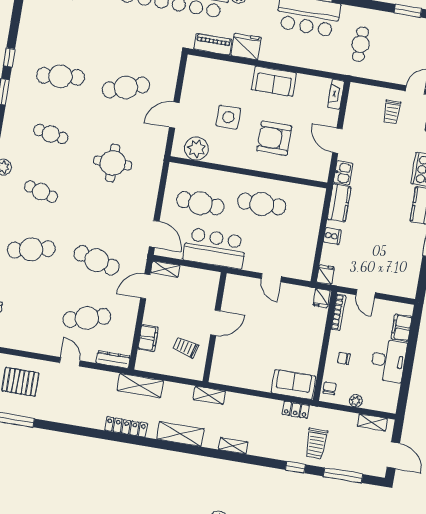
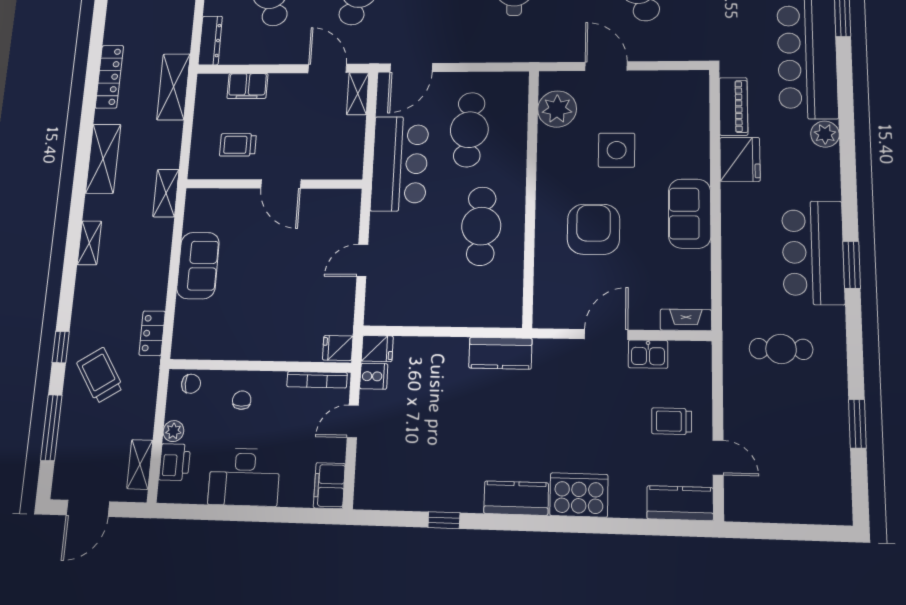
kitchen sink: (343, 173) -> (648, 354), moved
cooker: (332, 236) -> (374, 376), moved, turned -90
filing cabinet: (402, 328) -> (329, 486), moved, turned -90
trolley: (186, 347) -> (238, 145), turned -104
sofa: (293, 384) -> (198, 266), moved
printer: (374, 401) -> (175, 462), added
trolley: (316, 444) -> (100, 375), turned 58

